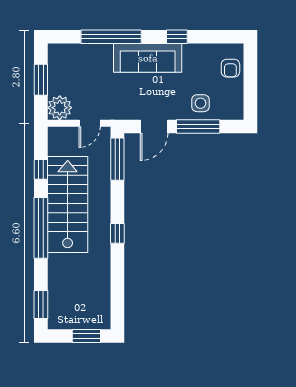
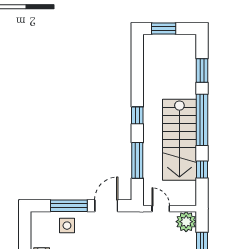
door: (90, 123) -> (161, 209), hinge flipped
window: (117, 159) -> (137, 160), moved
window: (41, 304) -> (202, 71), moved

